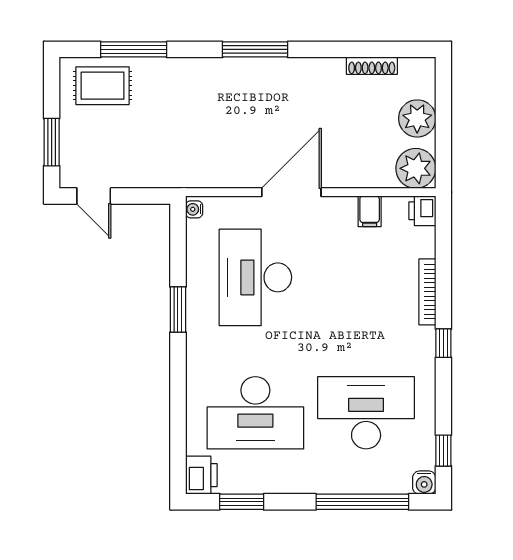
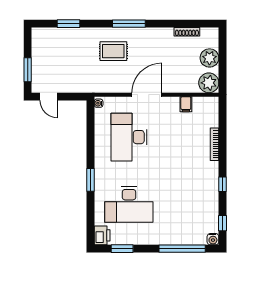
window: (134, 49) -> (68, 24), width x0.69
rug: (103, 86) -> (113, 51), moved
printer: (422, 211) -> (212, 104), removed
window: (178, 310) -> (90, 180), moved
window: (443, 343) -> (223, 184), moved
desk: (366, 413) -> (184, 204), removed

